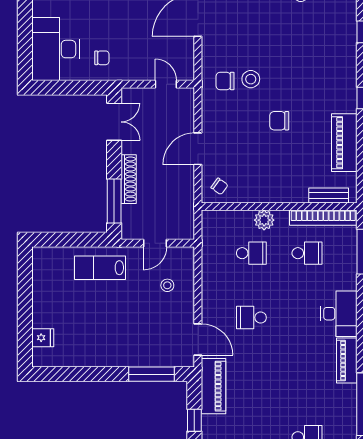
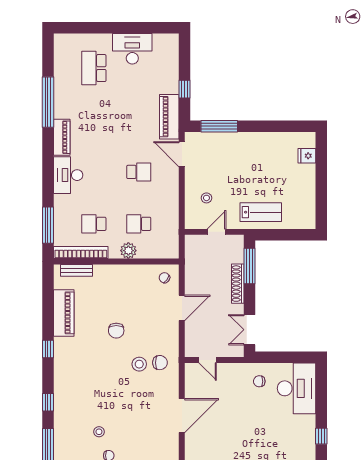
chair: (279, 121) -> (116, 331), turned 90

